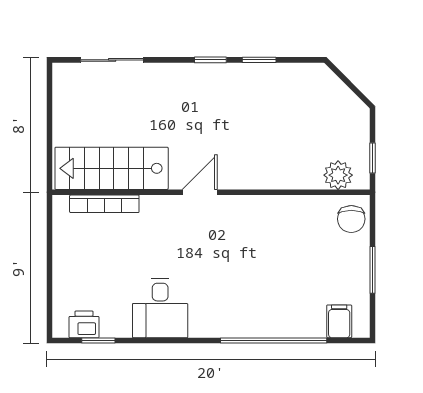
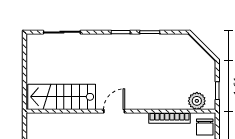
bookcase: (104, 204) -> (170, 118), moved

